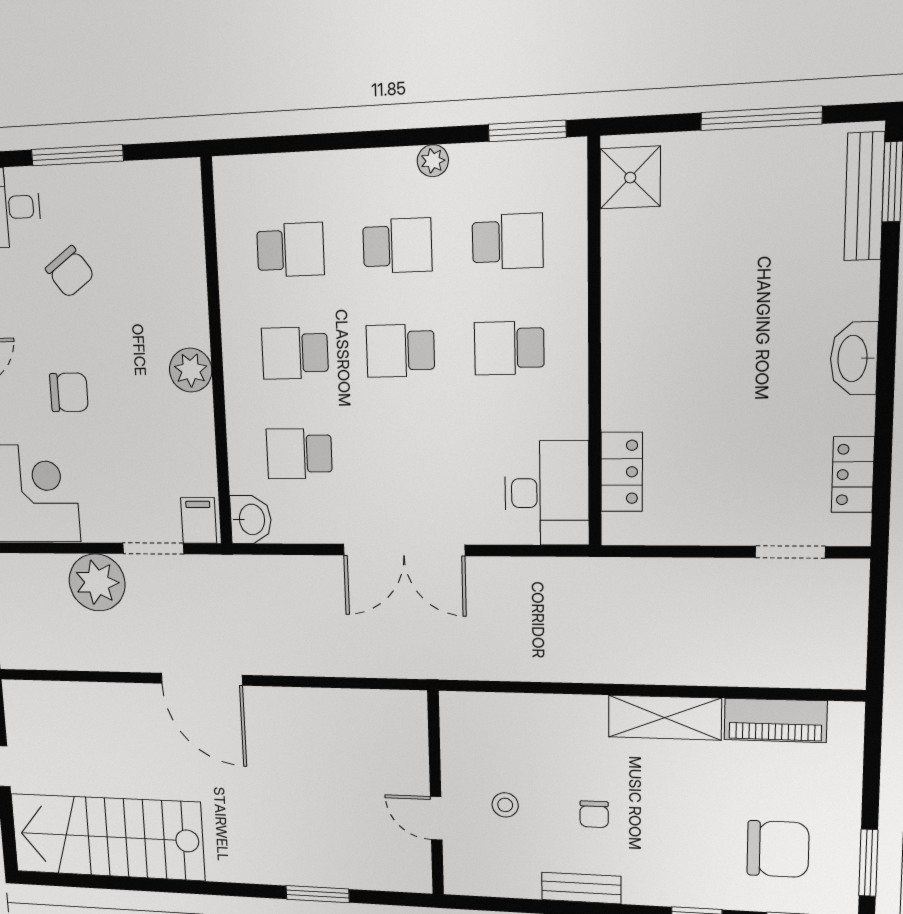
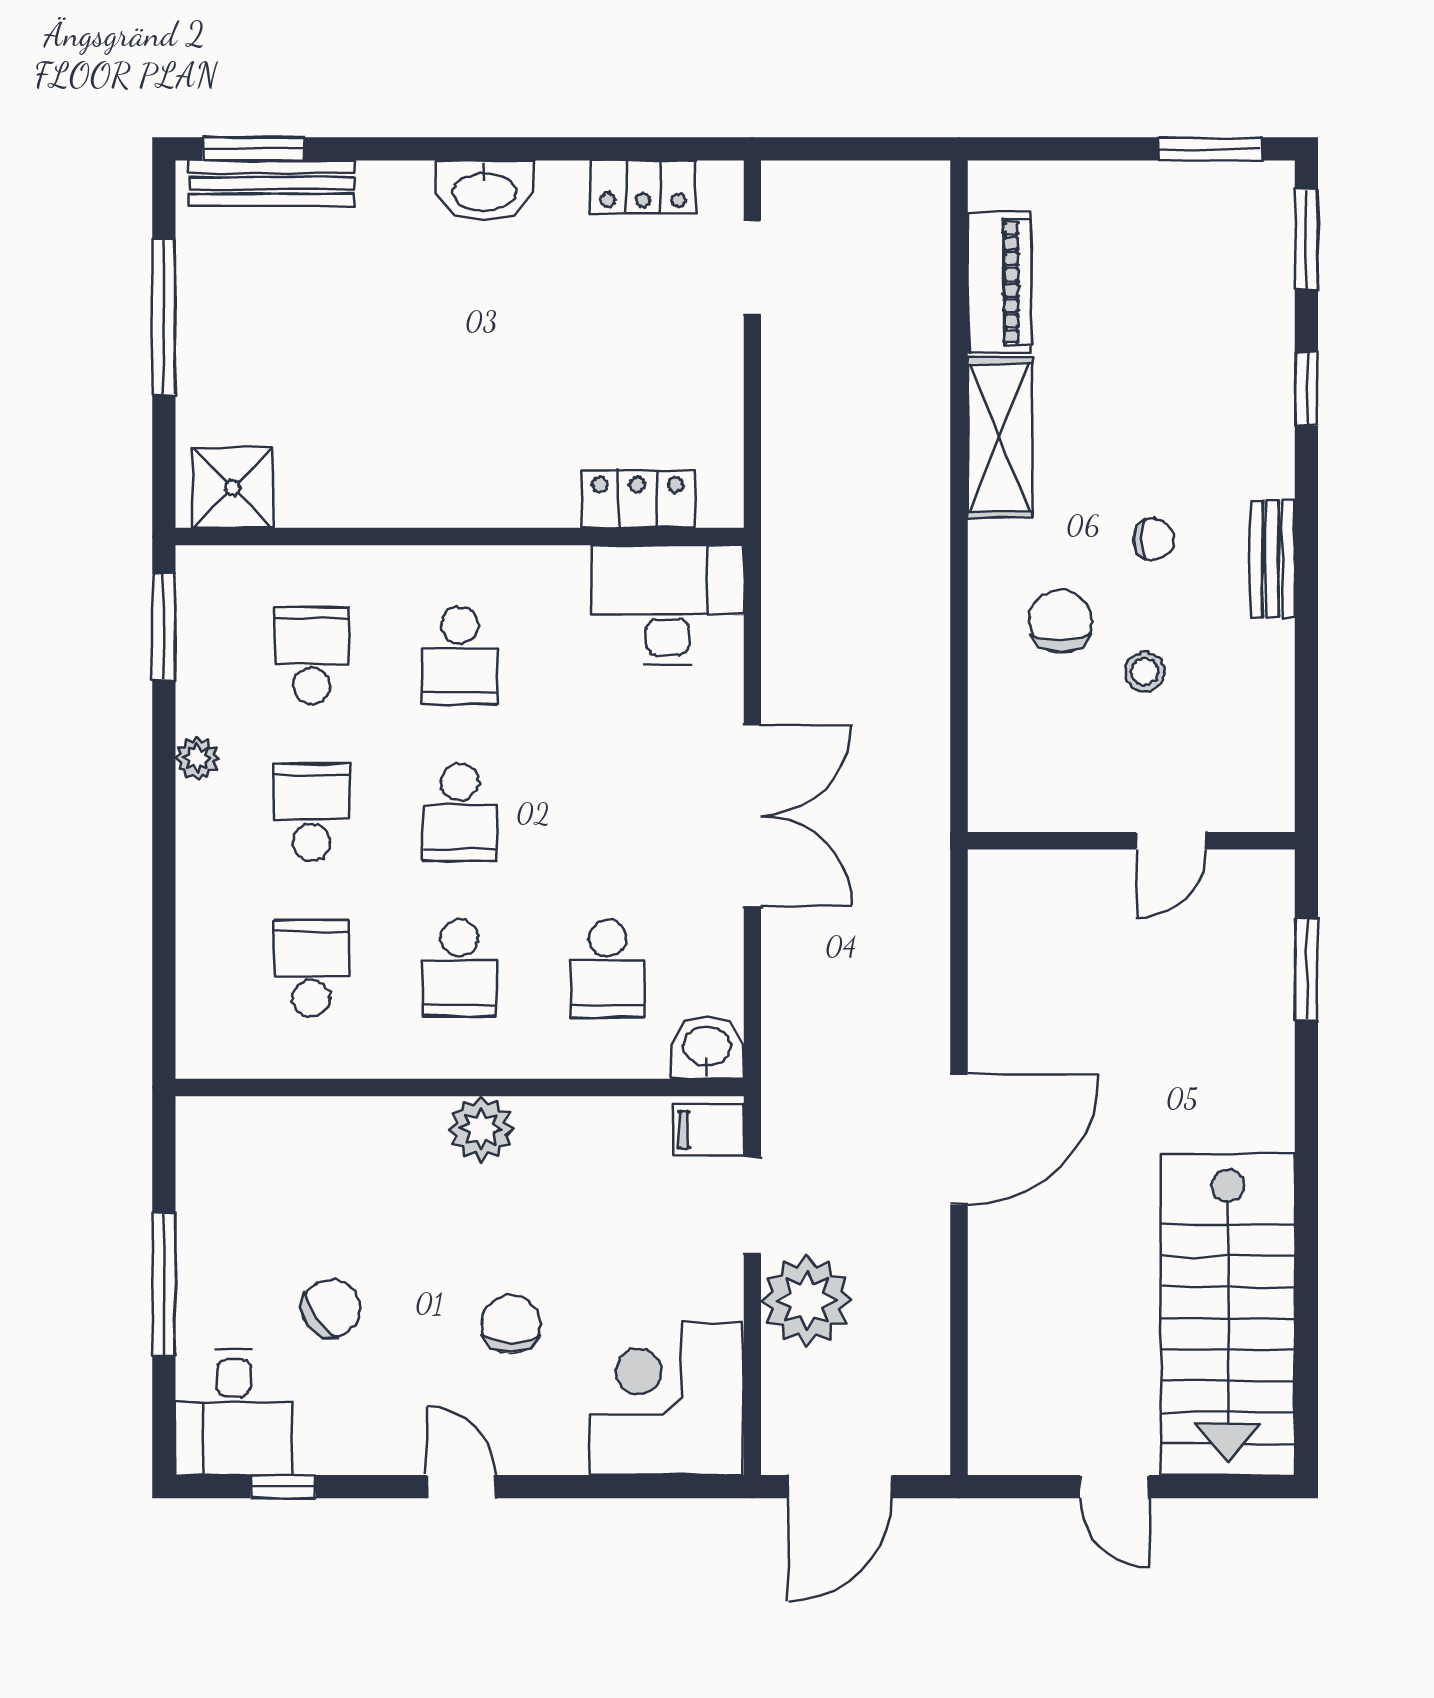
wall: (436, 794) -> (1131, 841), moved
door: (436, 818) -> (1171, 841), moved
chair: (778, 849) -> (1061, 621), moved, width x0.73, depth x0.73

